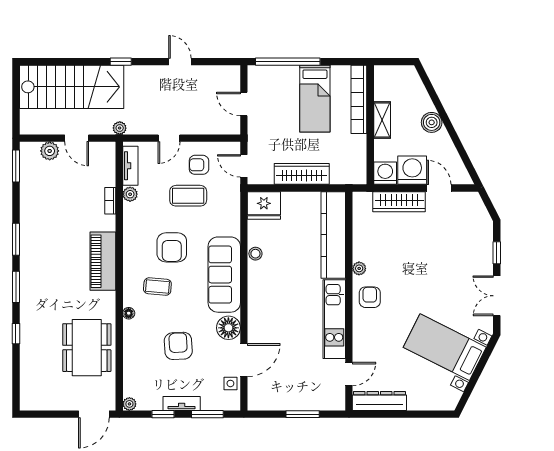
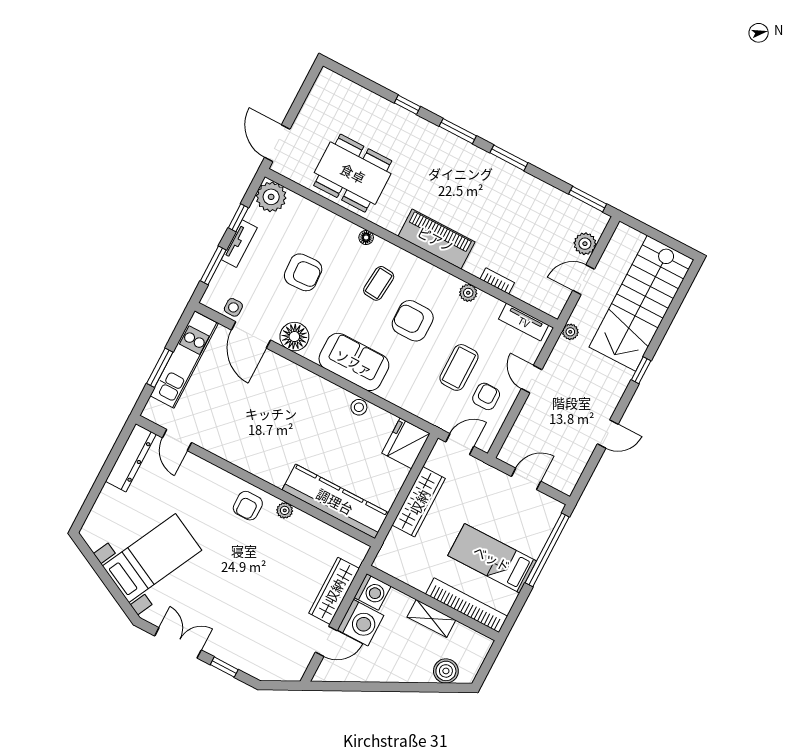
boiler: (432, 122) -> (446, 671), moved
plant: (130, 194) -> (468, 293), moved
sofa: (224, 275) -> (354, 362), width x0.73
armchair: (370, 297) -> (248, 506), turned 90
kitchen unit: (334, 319) -> (184, 360), moved, turned 90
plant: (129, 404) -> (271, 197), width x1.88, depth x1.88

